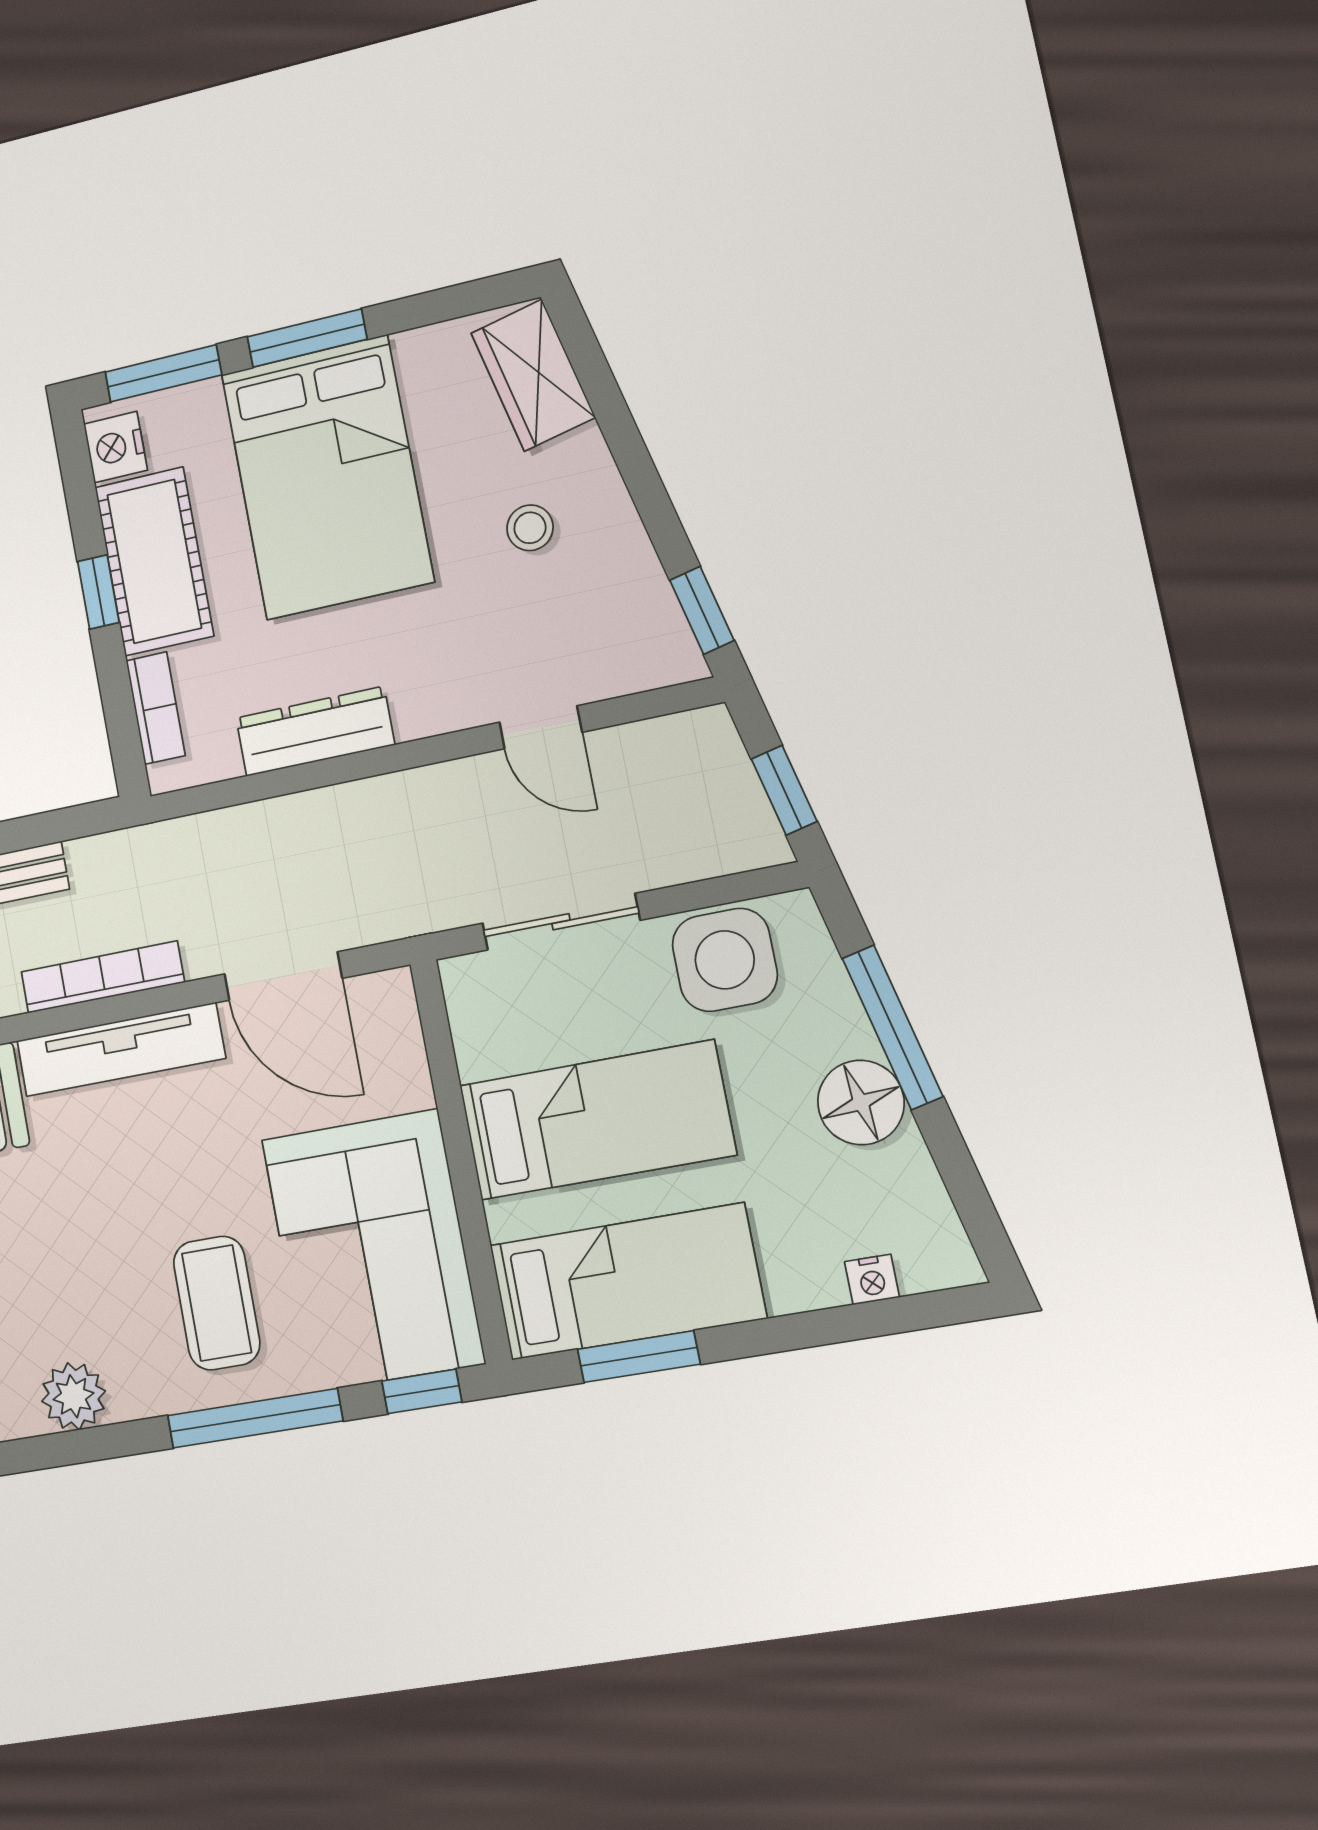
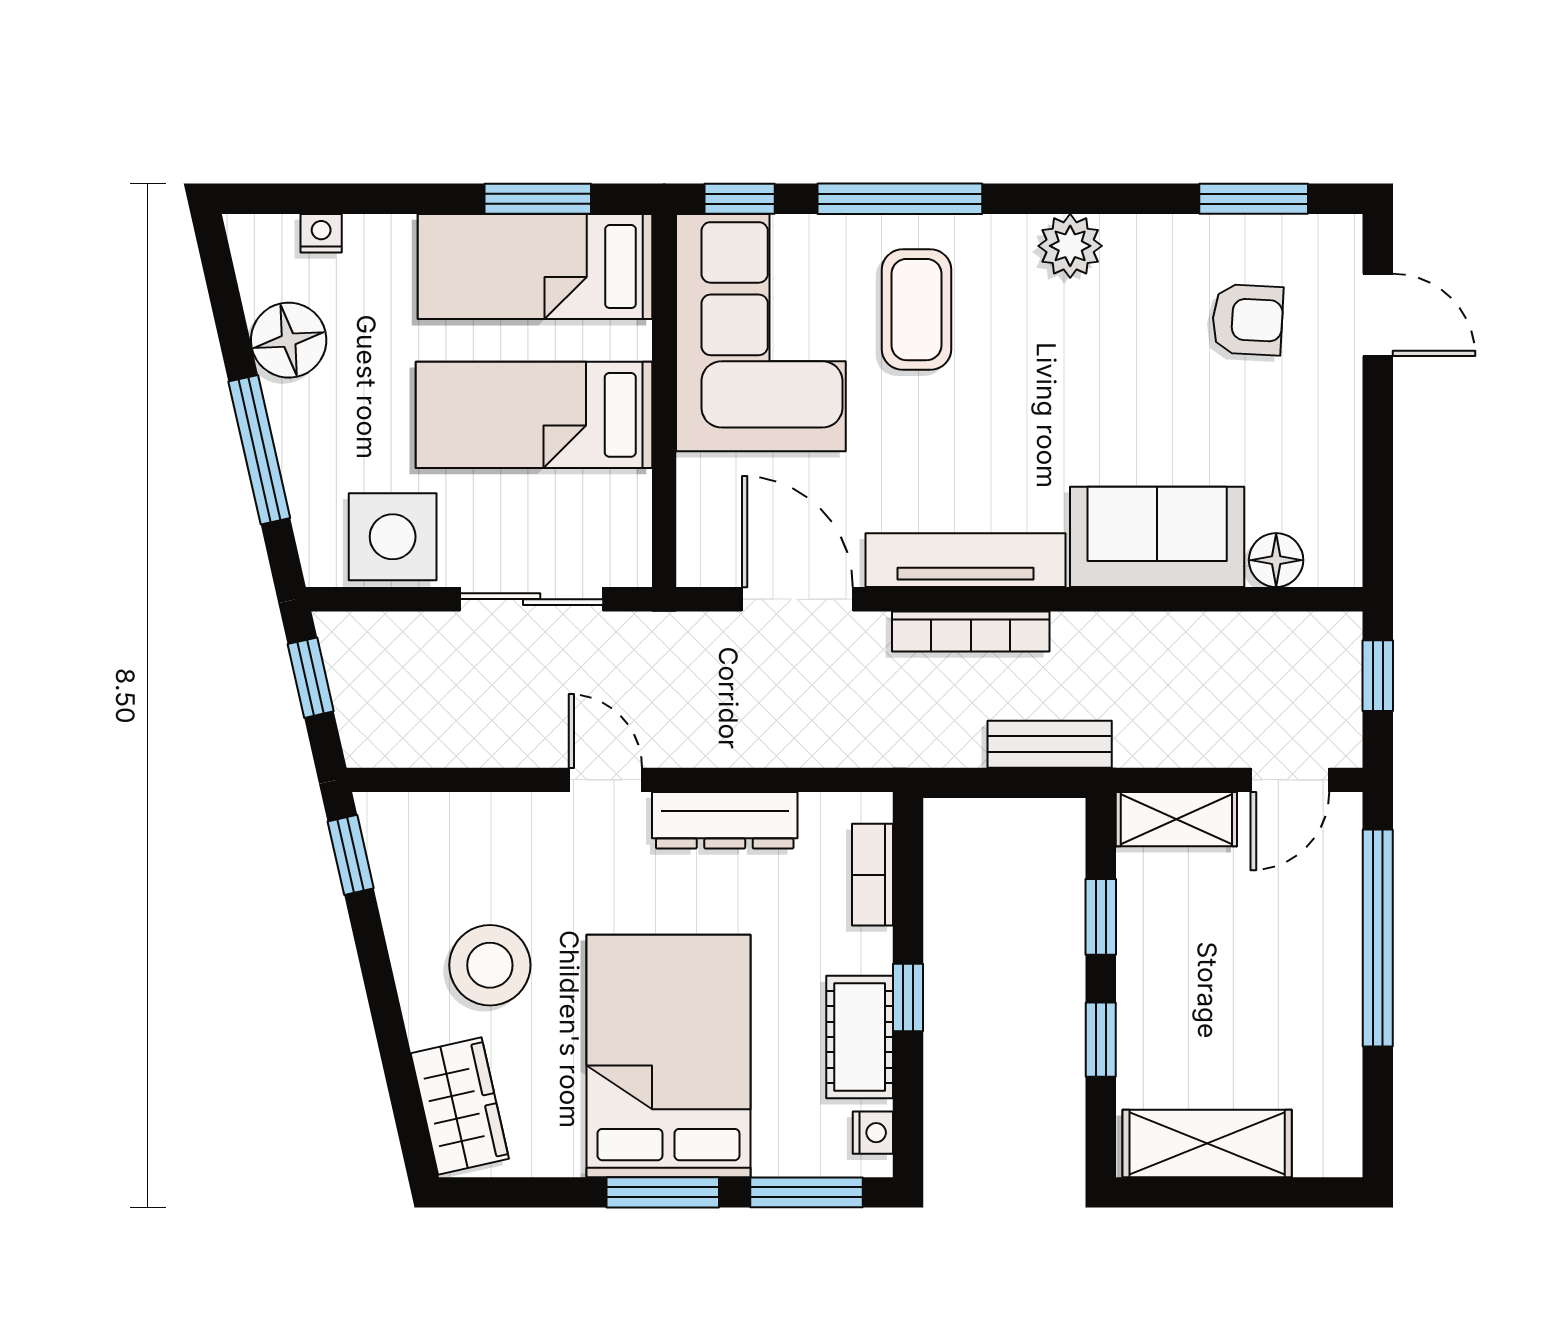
nightstand: (116, 447) -> (873, 1133), width x0.72, depth x0.74
stool: (530, 528) -> (490, 965), width x1.89, depth x1.89
cot: (154, 561) -> (860, 1037), width x0.73, depth x0.75
door: (541, 727) -> (605, 780), moved
floor lamp: (861, 1102) -> (289, 340), moved

